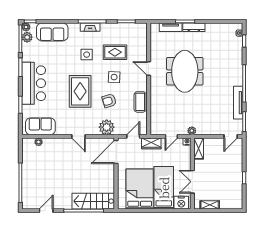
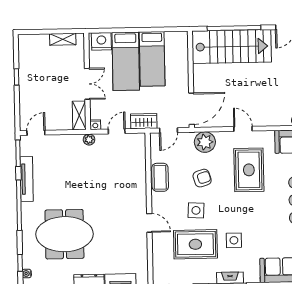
rug: (115, 52) -> (195, 244), width x1.36, depth x1.43
meeting table: (185, 71) -> (64, 234), moved, turned 90
rug: (80, 91) -> (249, 170), moved
double door: (192, 182) -> (87, 84), moved
bed: (140, 189) -> (152, 59), width x0.67
stairs: (93, 201) -> (232, 47), width x1.36, depth x1.51

